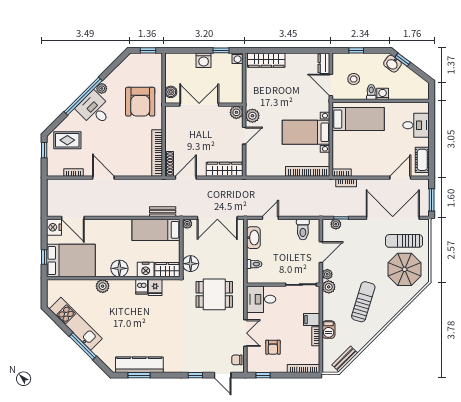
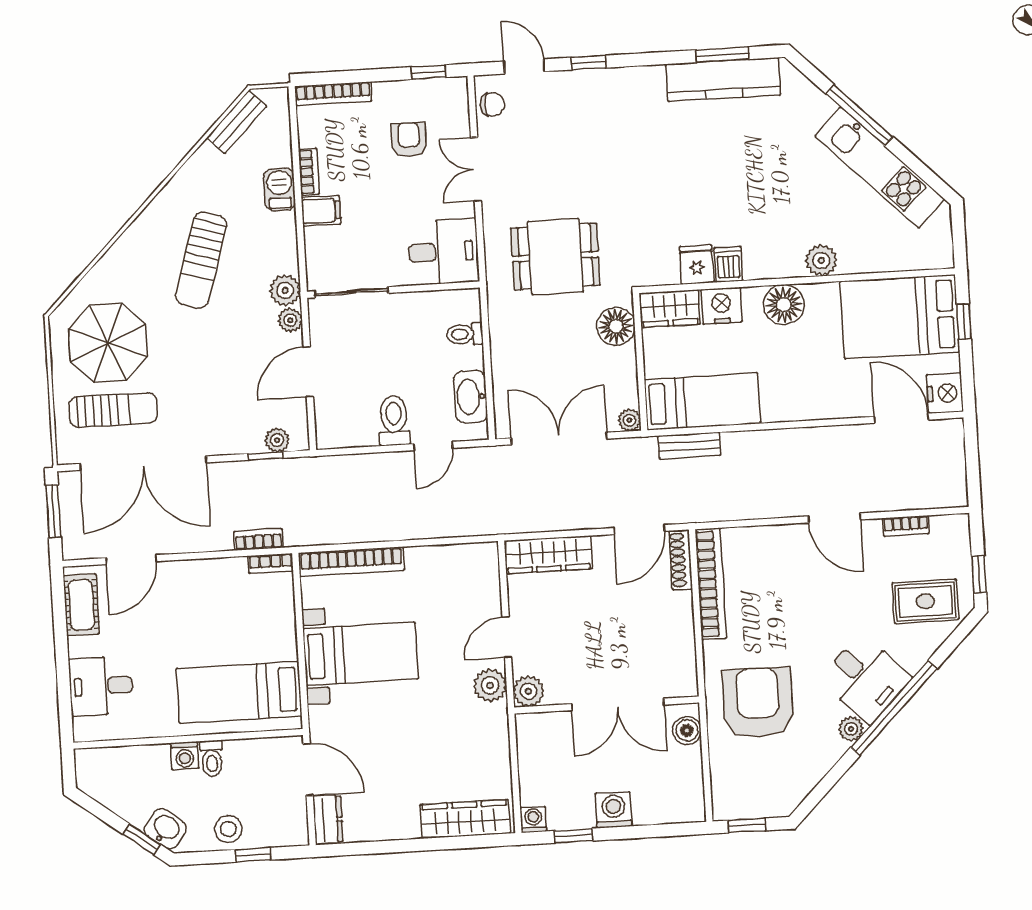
stool: (354, 79) -> (228, 829), moved
toilet: (303, 230) -> (394, 420), moved

